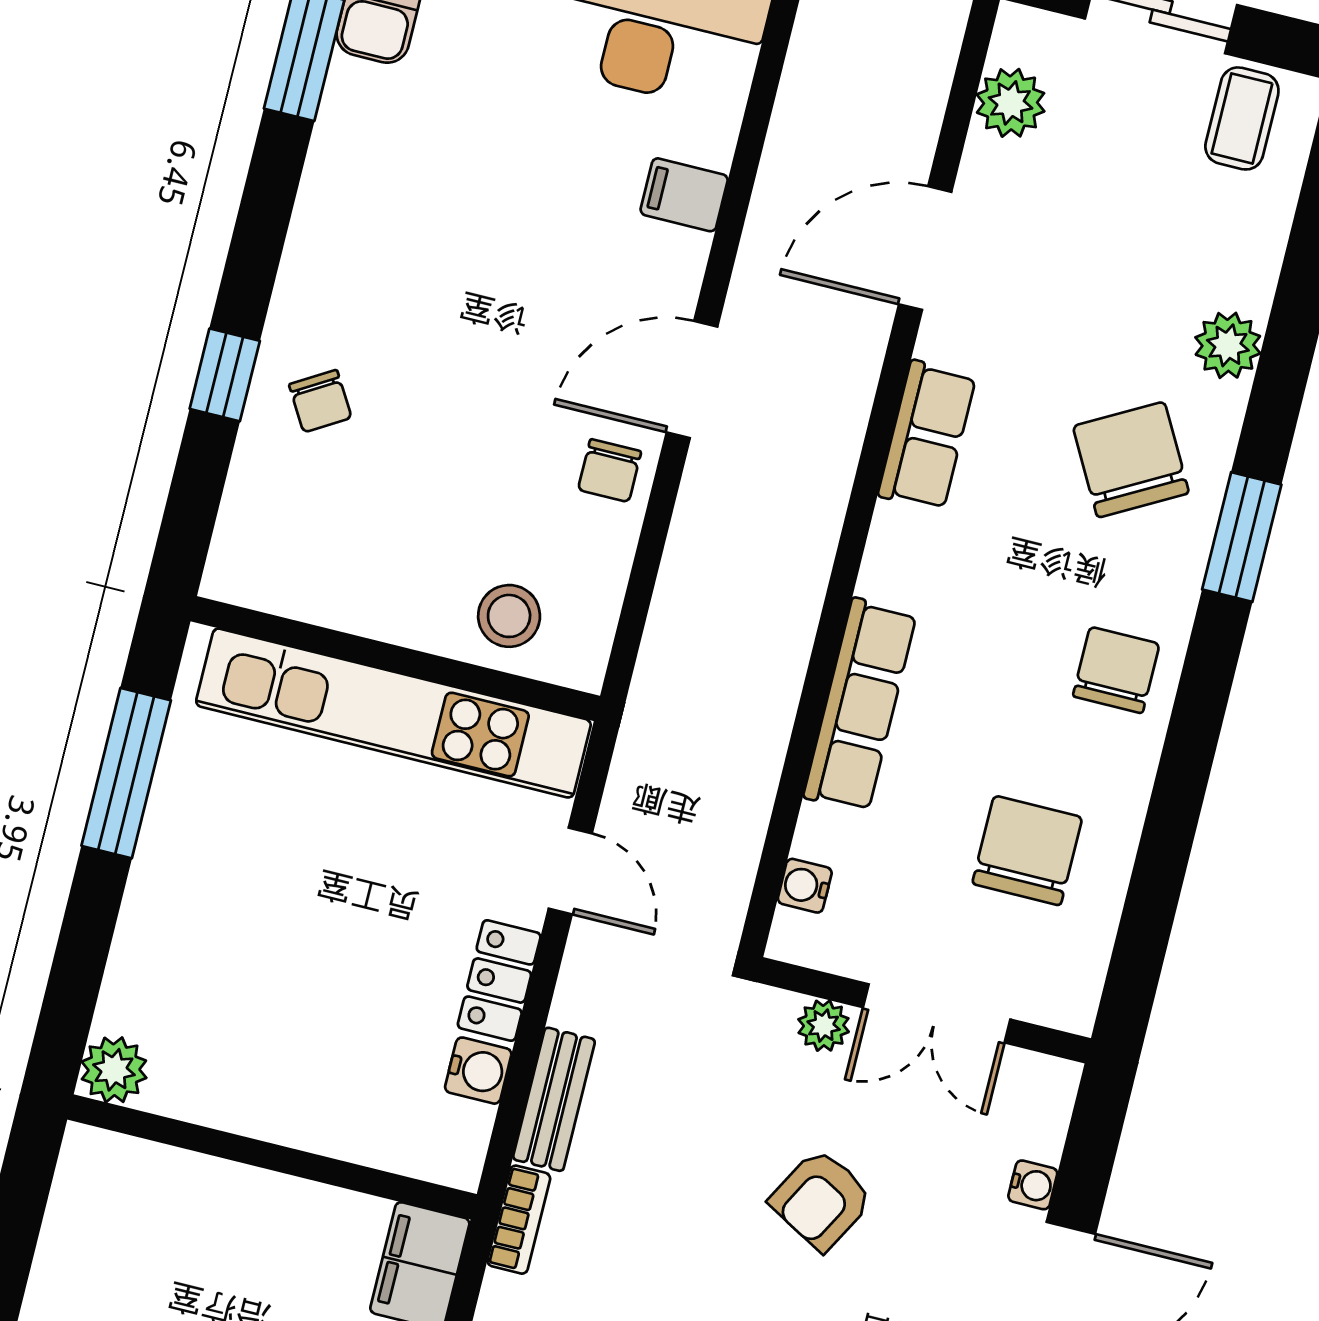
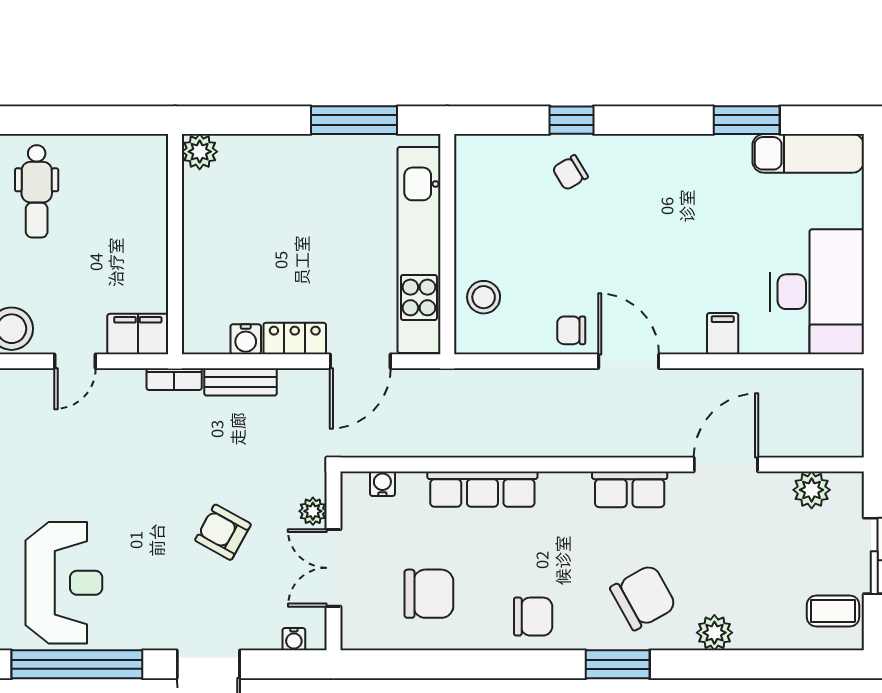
door: (925, 248) -> (726, 464), hinge flipped
door: (570, 871) -> (360, 361), width x1.38
water cooler: (1033, 1185) -> (294, 639), moved

